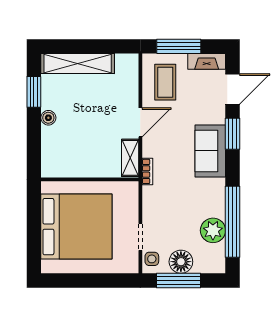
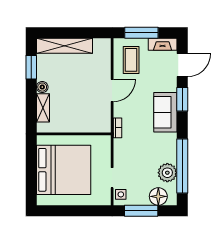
shelving: (130, 158) -> (43, 108), moved
floor lamp: (181, 262) -> (158, 196), moved

